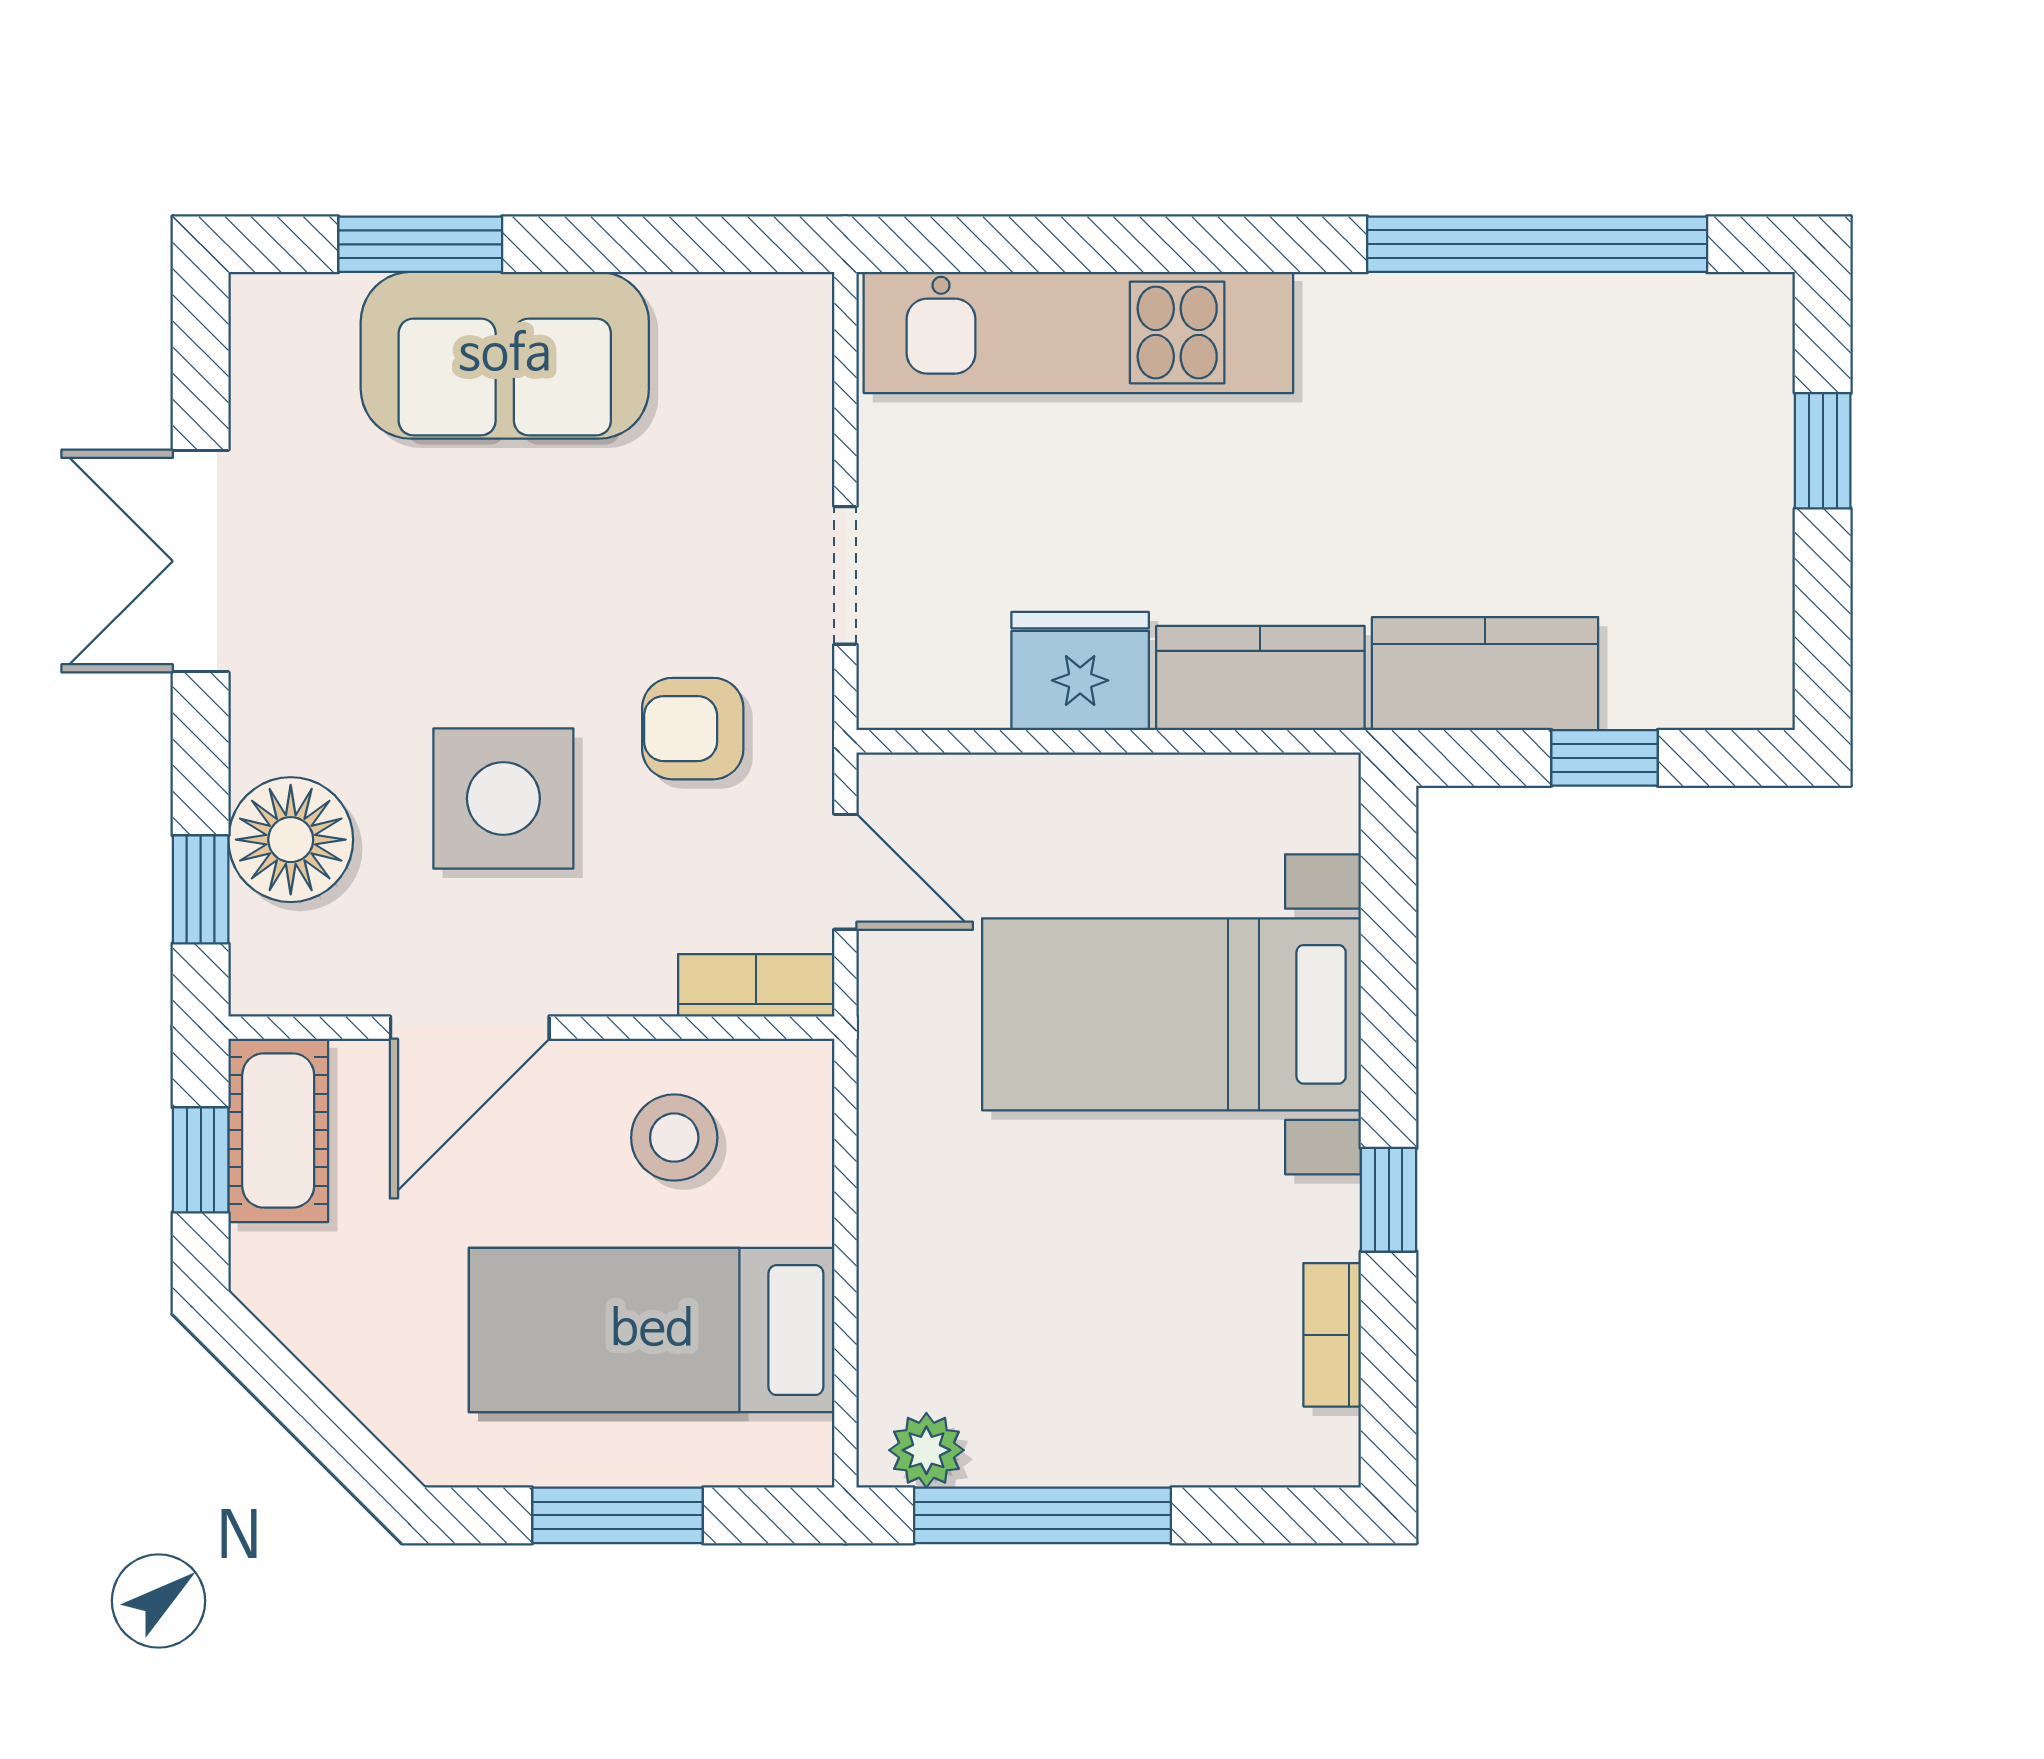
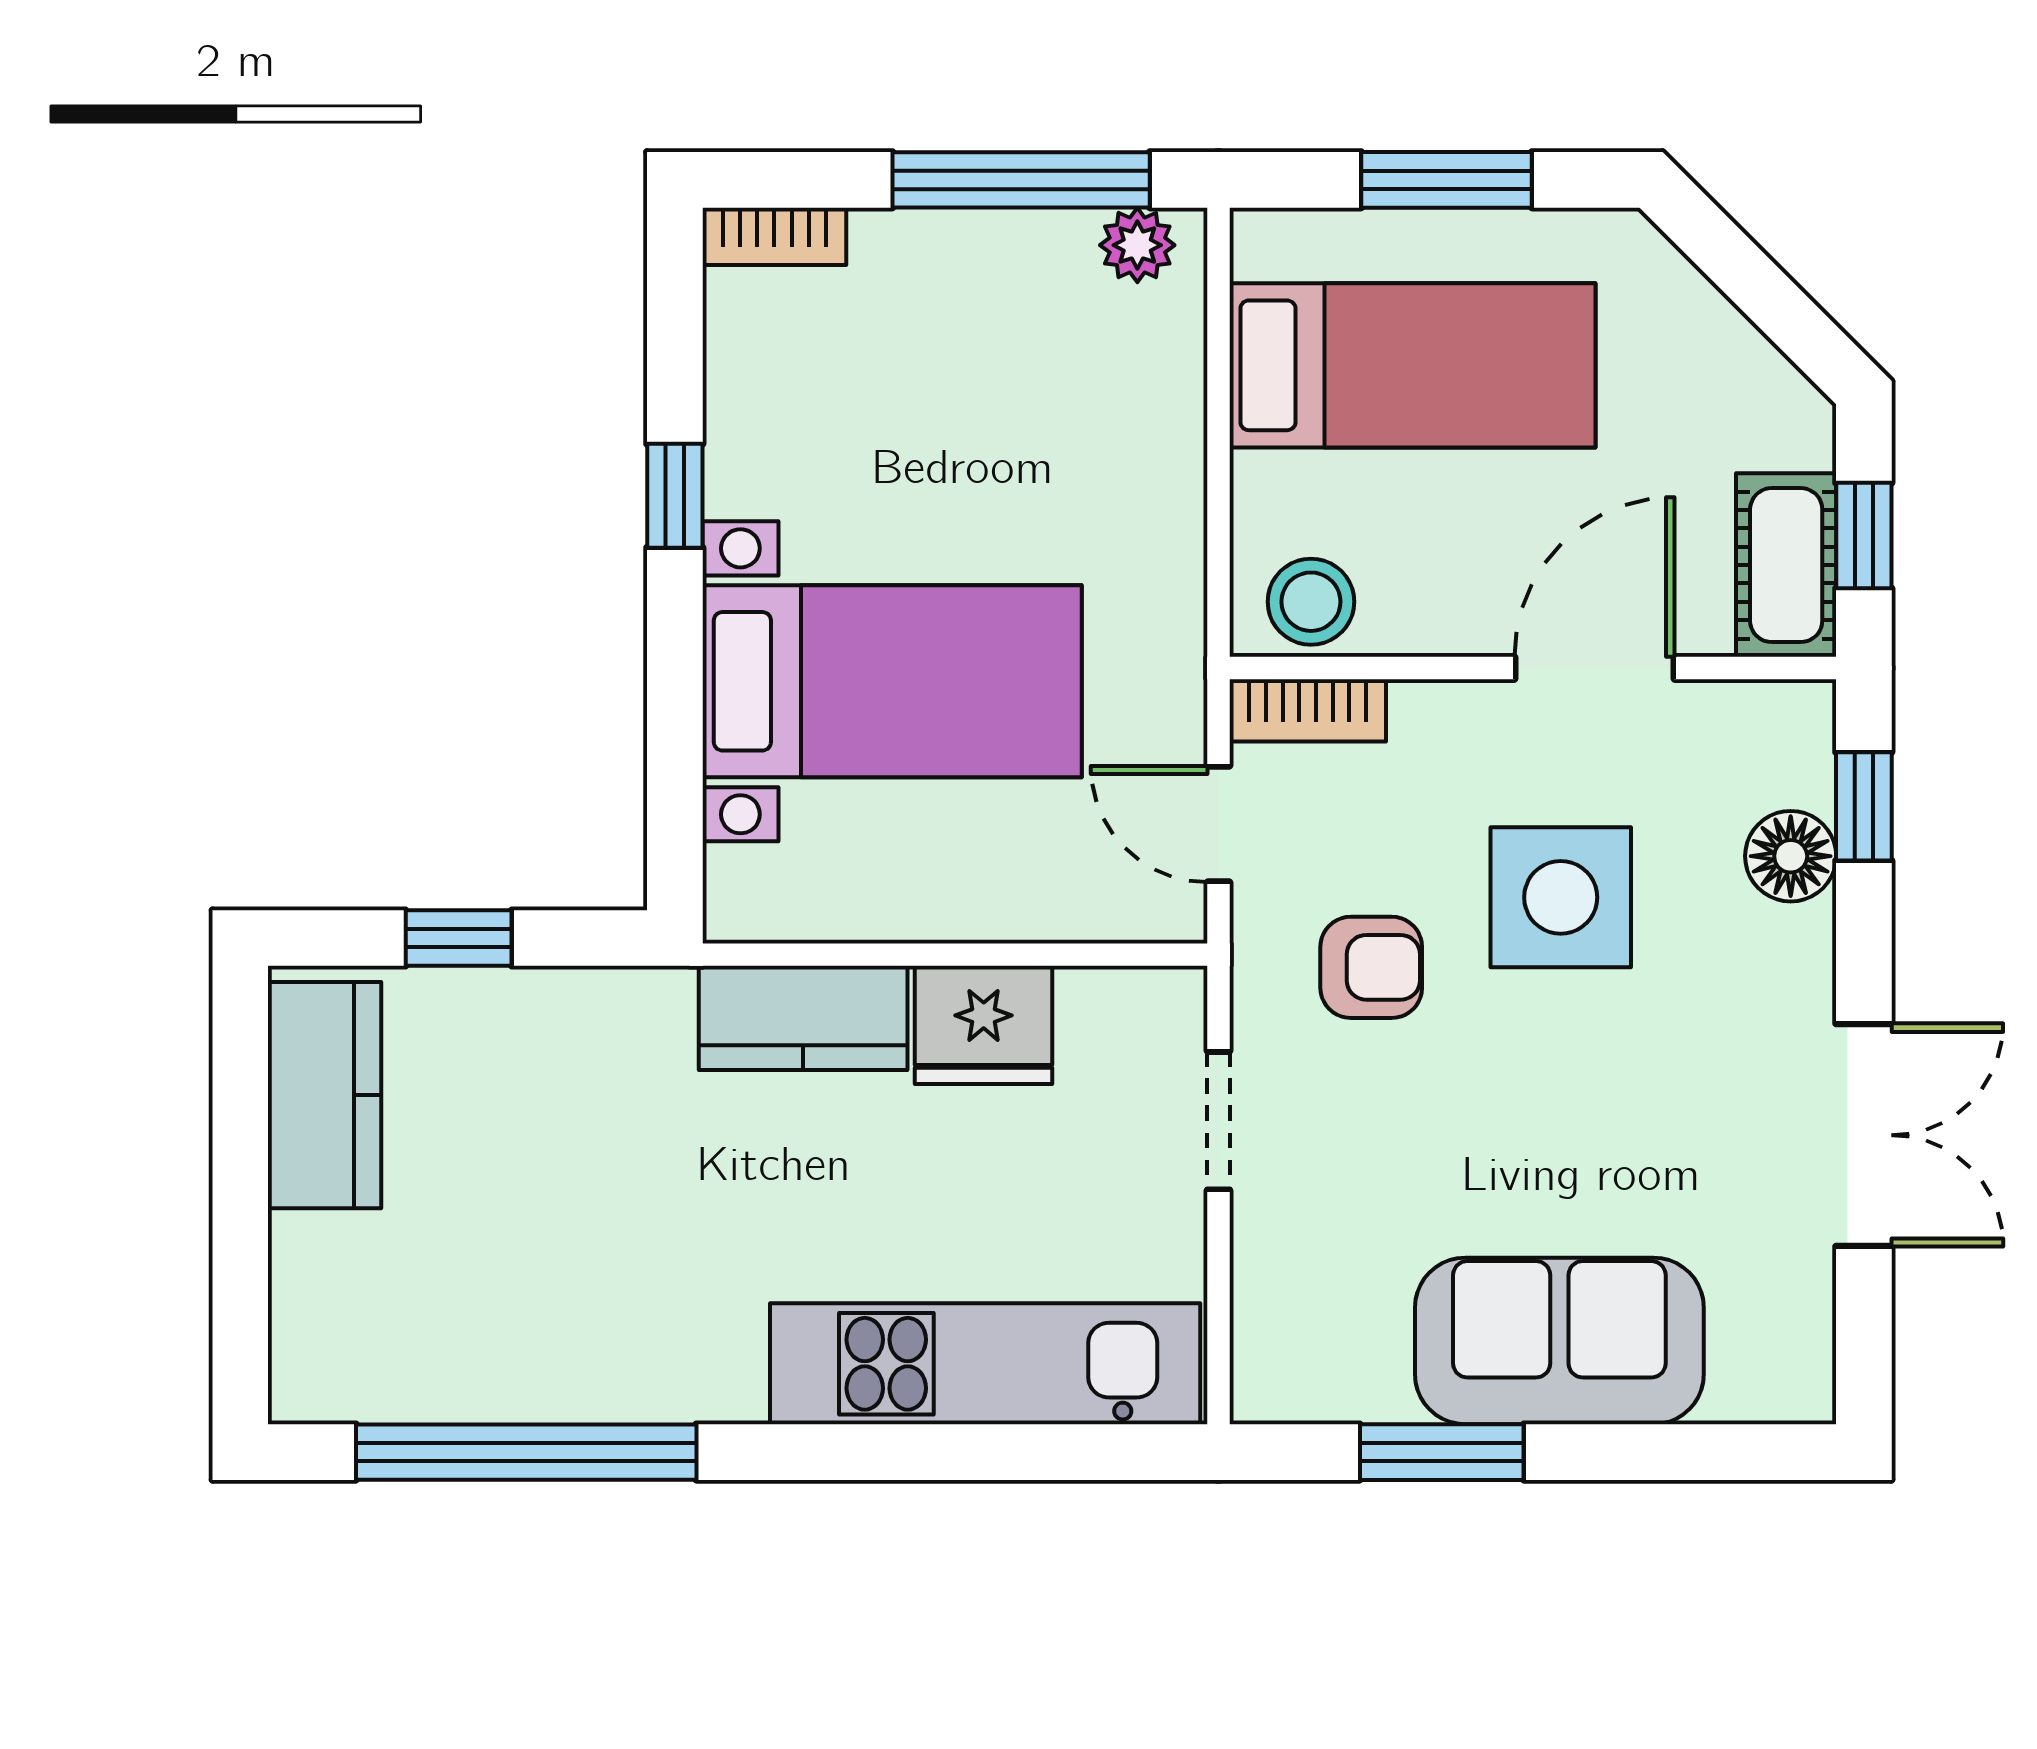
window: (420, 244) -> (1442, 1452), moved
window: (1823, 451) -> (240, 1245), removed
kitchen counter: (1485, 674) -> (325, 1095), moved, turned -90
floor lamp: (291, 840) -> (1791, 856), width x0.73, depth x0.73
stool: (674, 1138) -> (1311, 602), moved
bookcase: (1332, 1335) -> (774, 236), moved, turned 90

